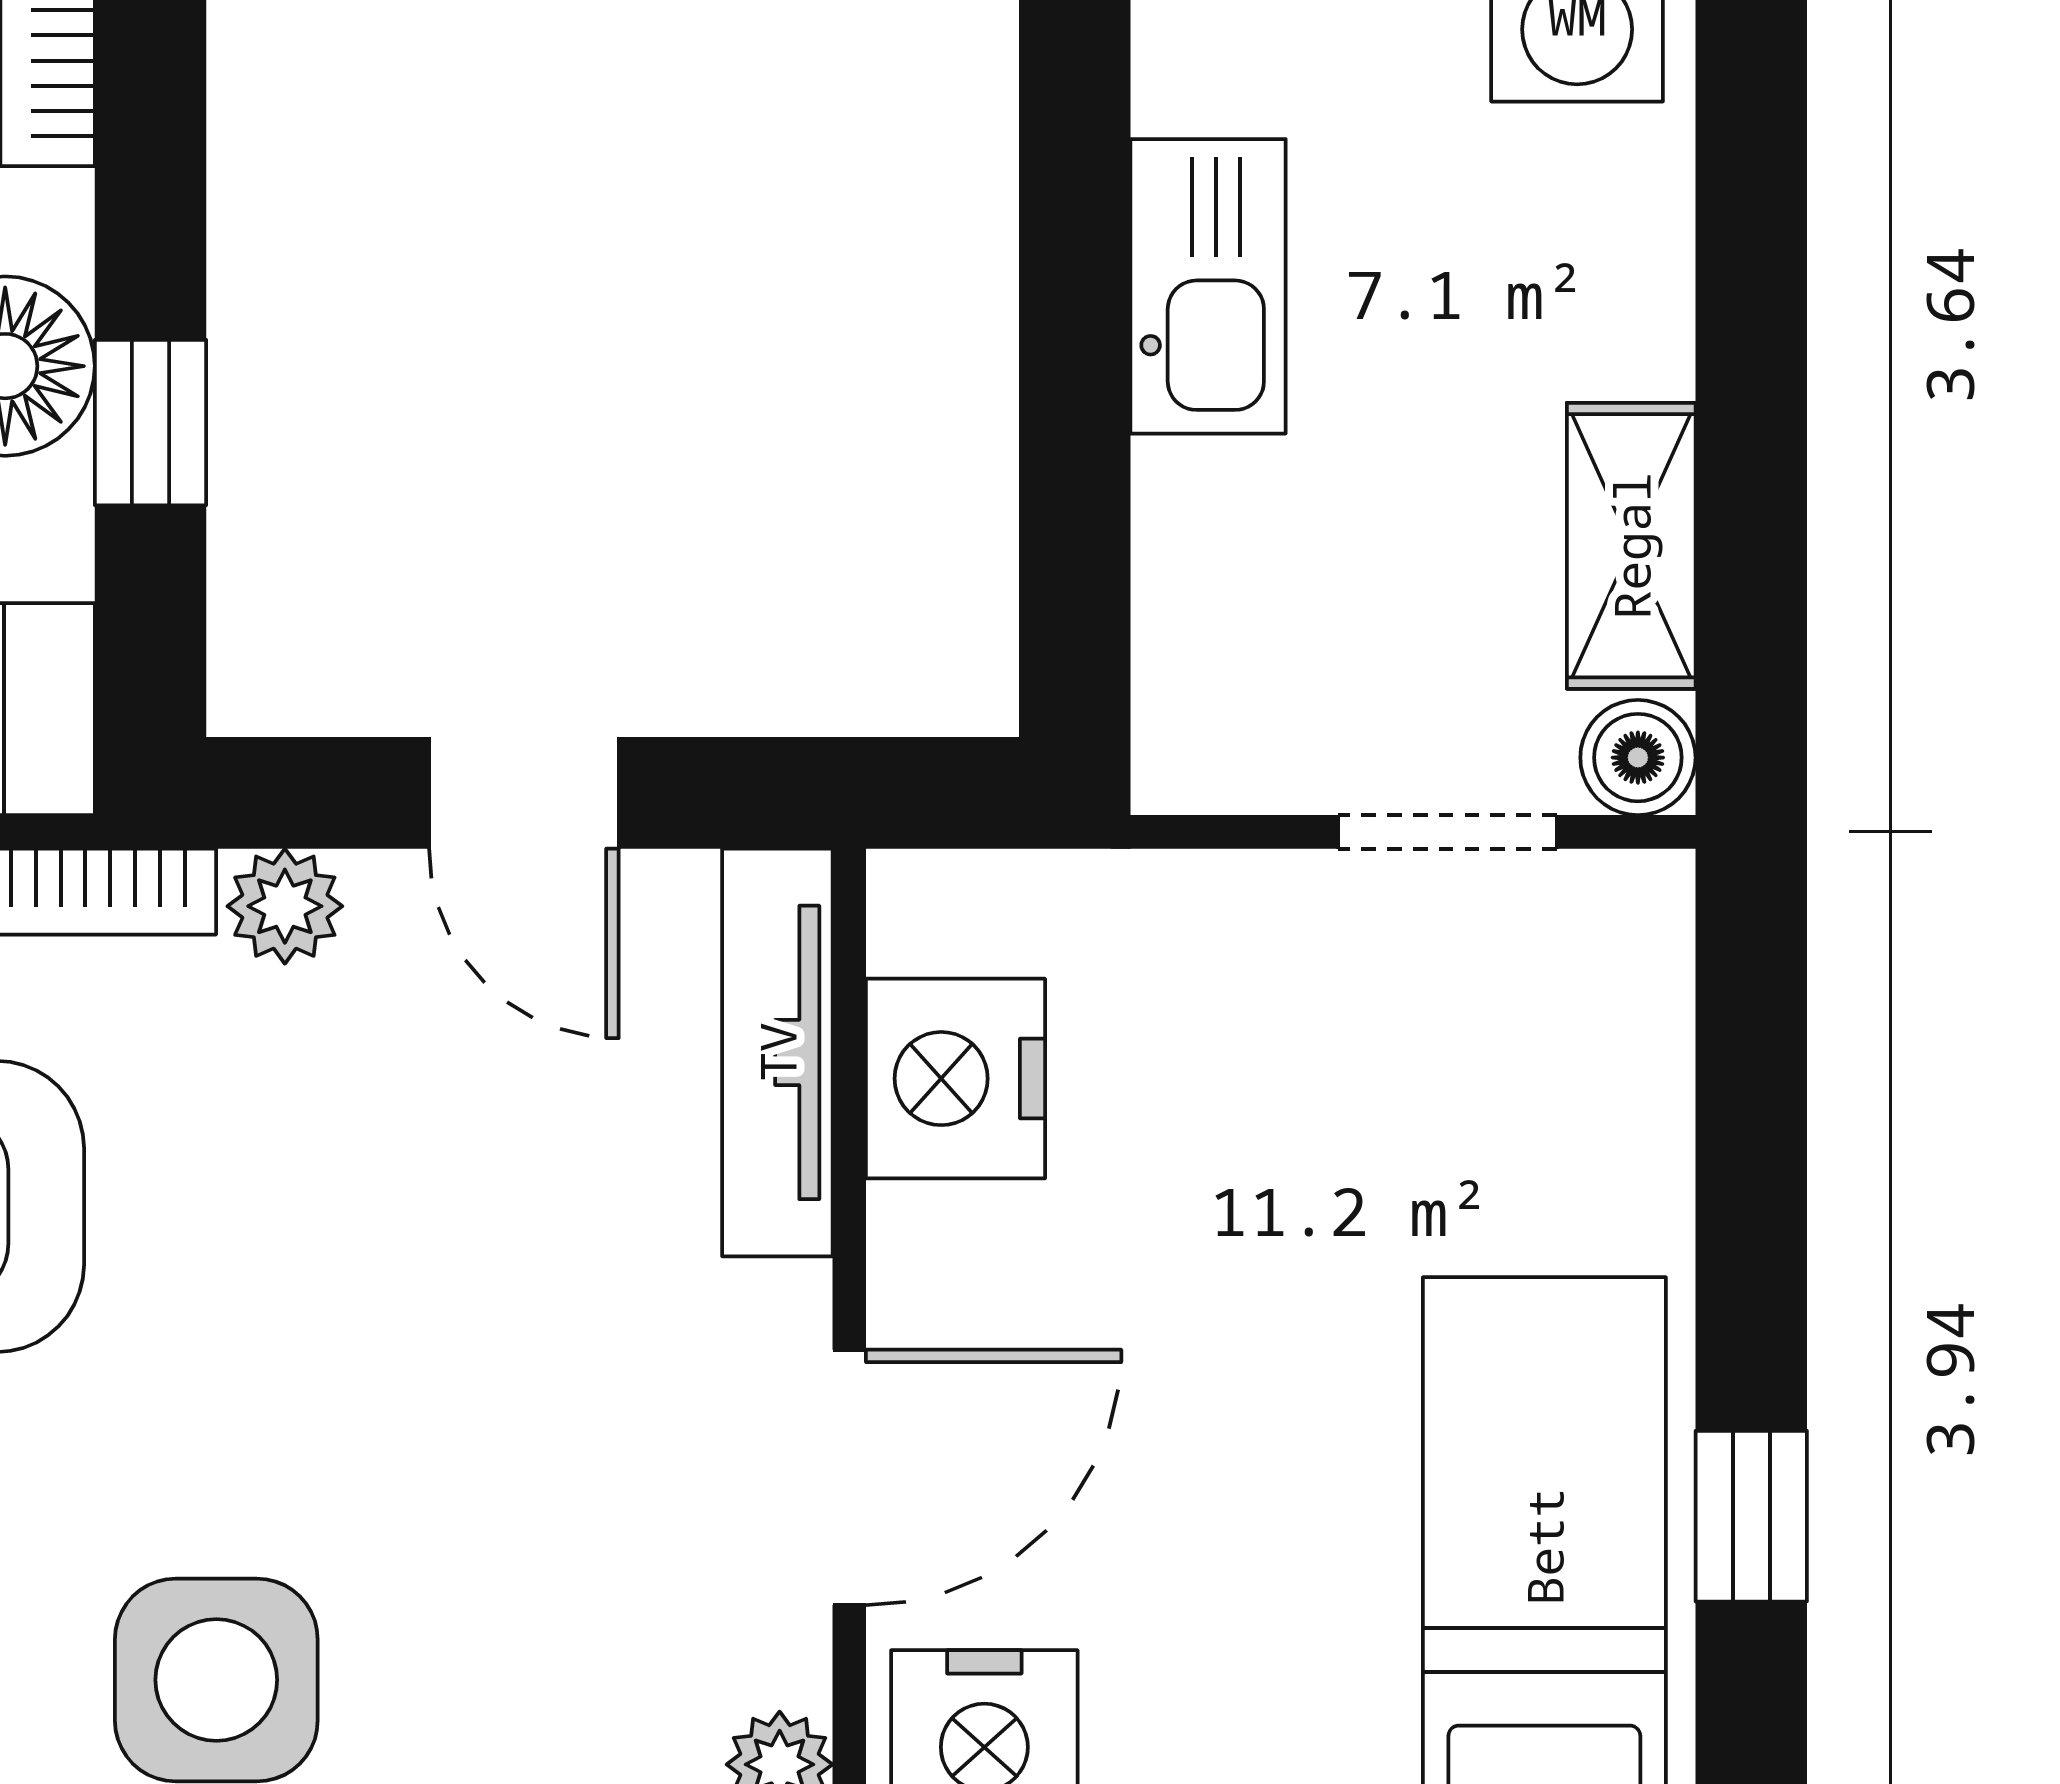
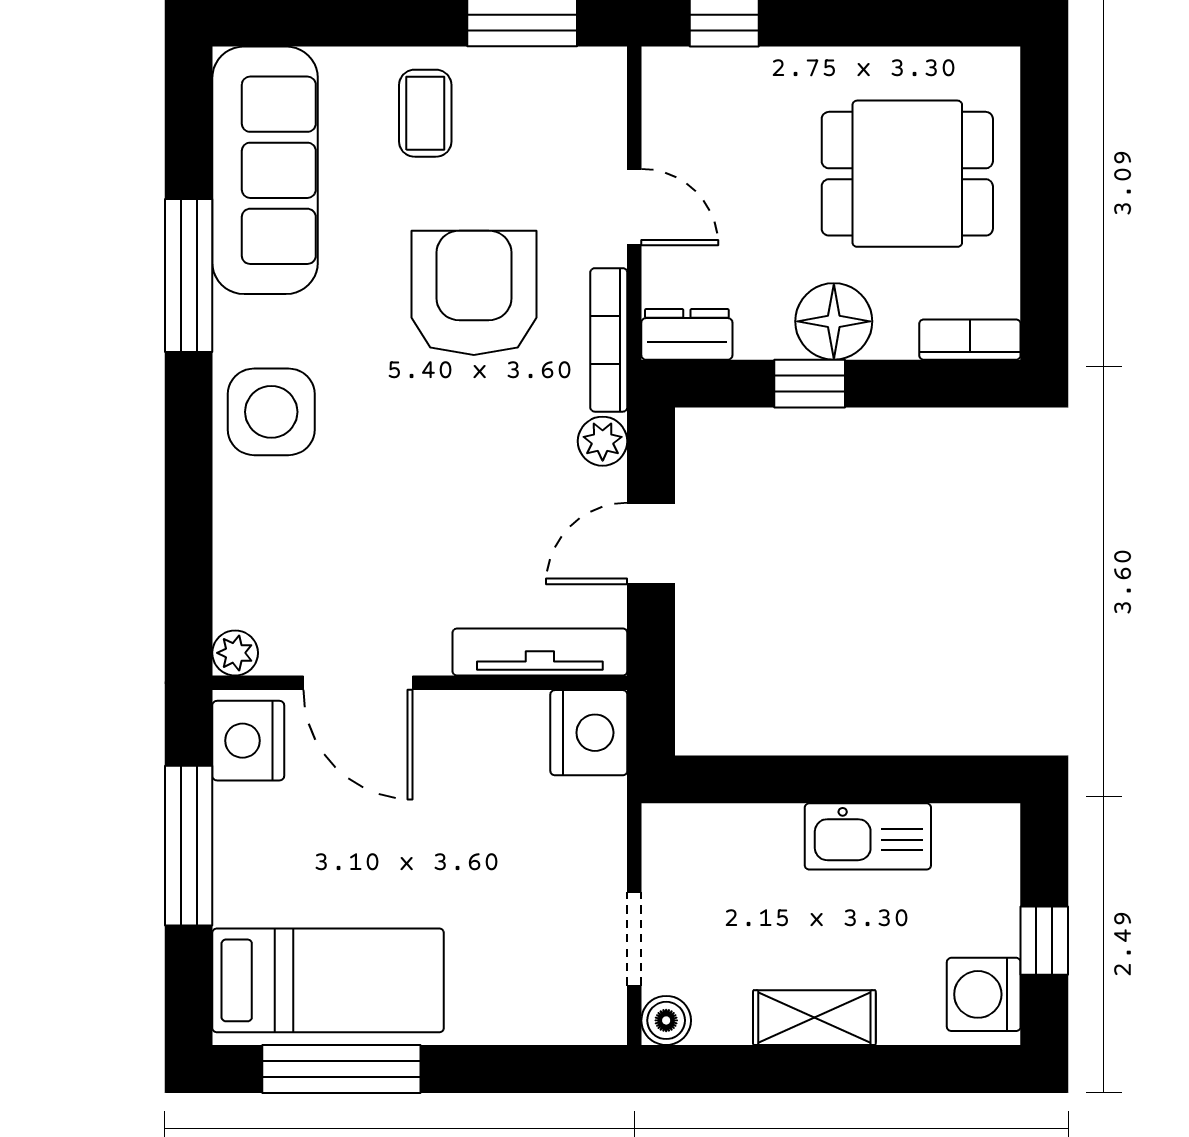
shelving: (1631, 546) -> (814, 1018), moved
nightstand: (955, 1079) -> (589, 733), moved, turned 90
window: (1751, 1516) -> (341, 1069), width x2.17

